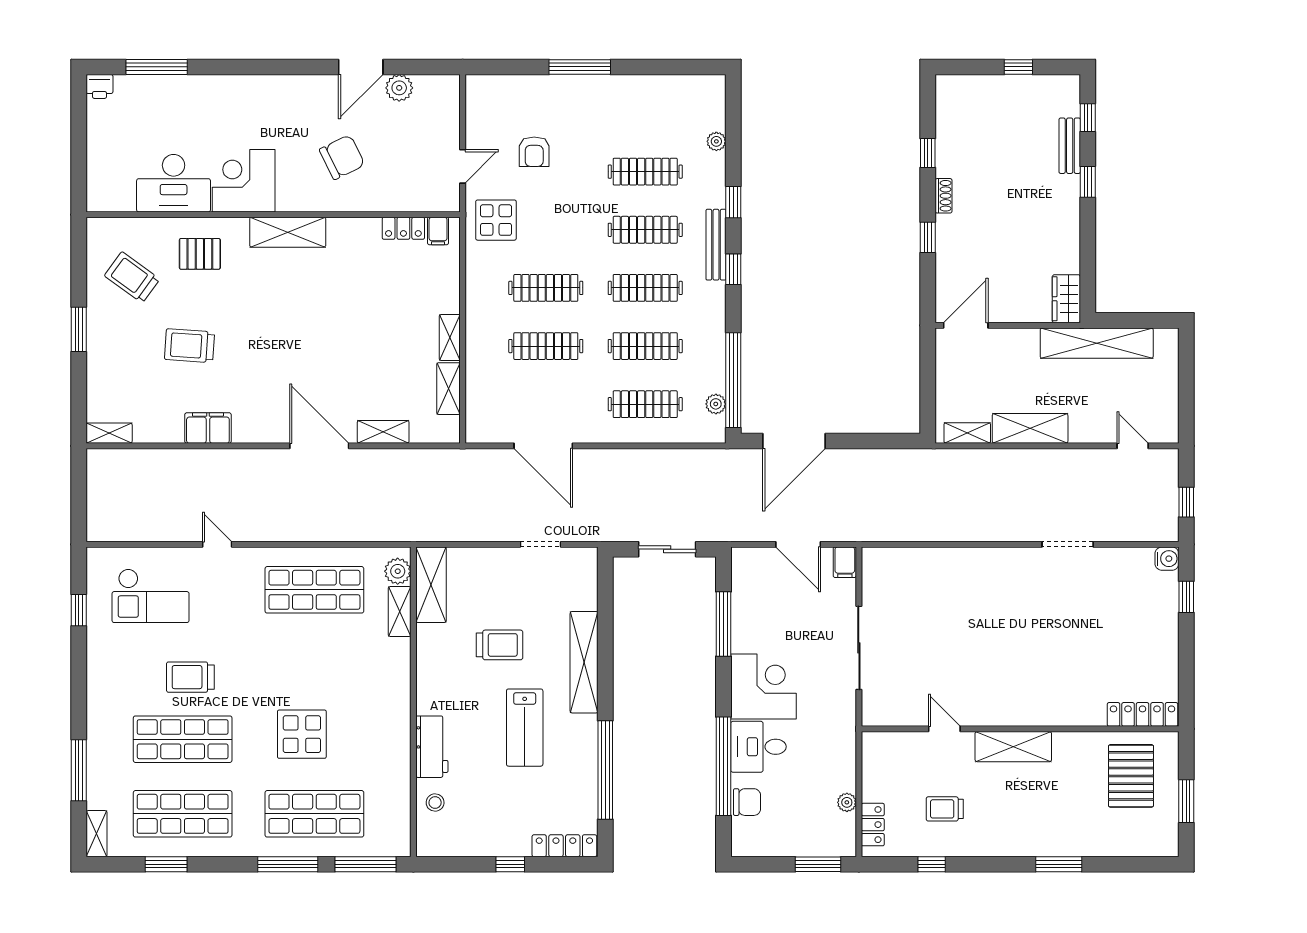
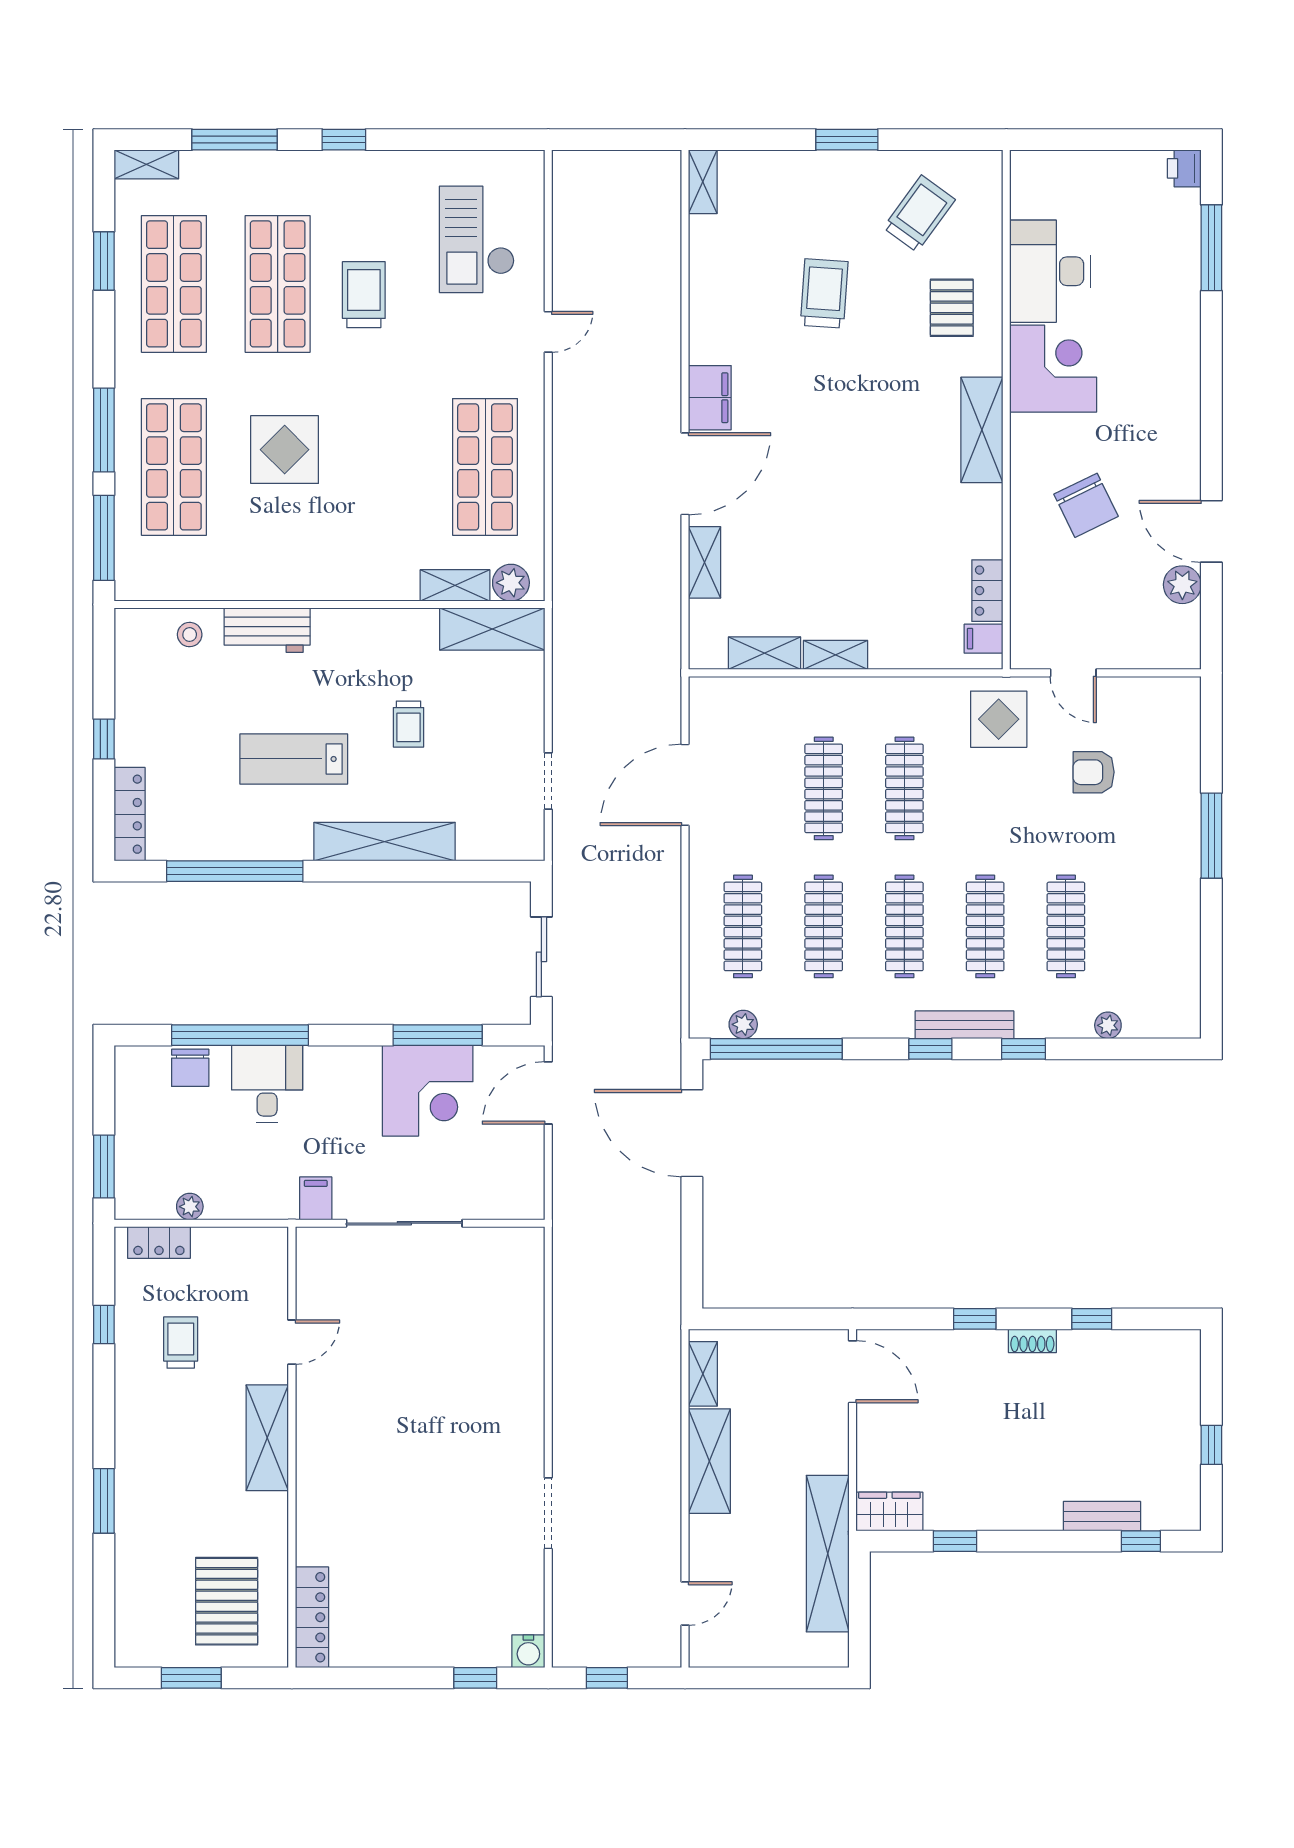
window: (1088, 182) -> (955, 1541), moved
filing cabinet: (208, 428) -> (710, 398), moved
door: (798, 544) -> (548, 1093), moved
filing cabinet: (845, 562) -> (316, 1198), moved, turned 90
window: (79, 610) -> (344, 140), moved
trolley: (500, 645) -> (408, 724), width x0.73, depth x0.72
corner desk: (763, 687) -> (428, 1091), moved
pallet: (1131, 776) -> (227, 1601), turned 90

